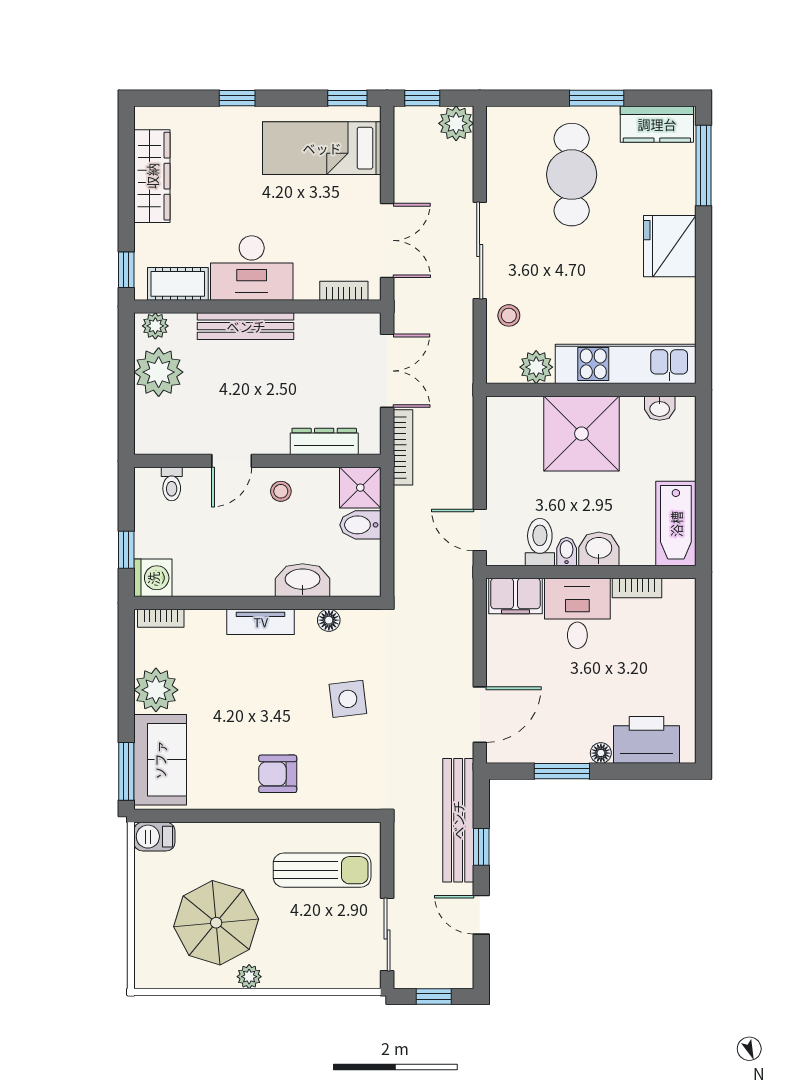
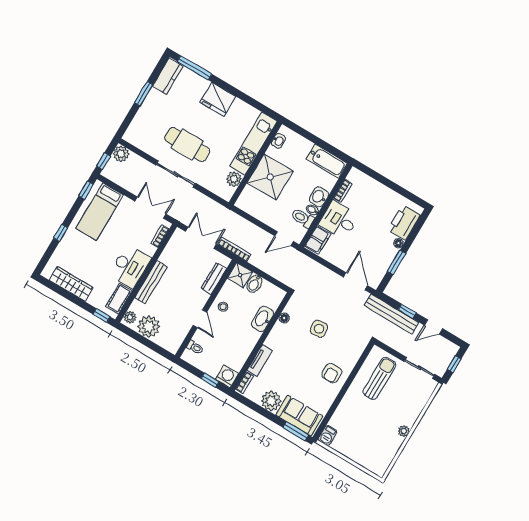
cafe table: (572, 175) -> (187, 145), moved
stool: (509, 315) -> (208, 178), removed
tv unit: (261, 622) -> (260, 361), moved
parasol: (216, 923) -> (375, 431), removed

